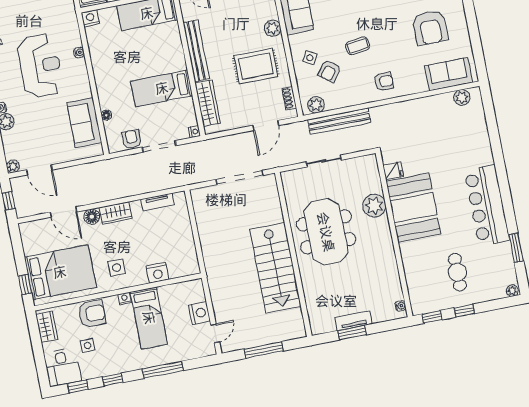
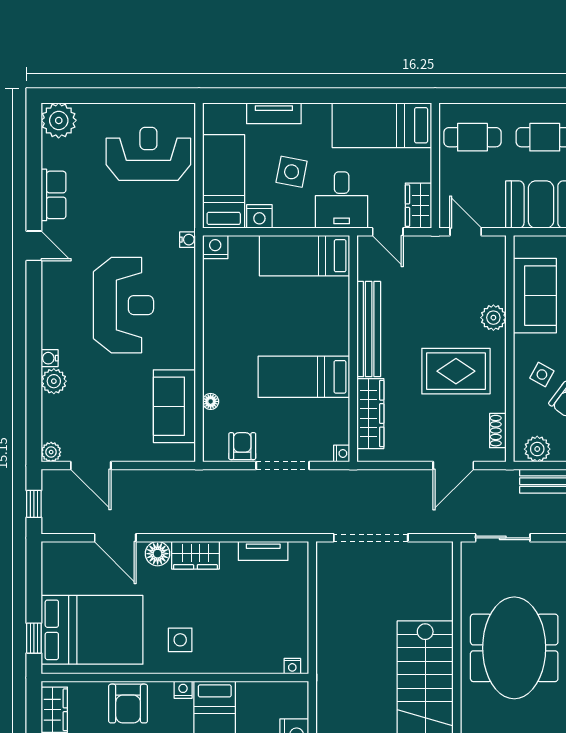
water cooler: (79, 52) -> (188, 240), moved
sliding door: (324, 161) -> (503, 538), moved
doorway: (240, 177) -> (371, 538), moved
nightstand: (158, 273) -> (292, 666), moved, width x0.53, depth x0.56
armchair: (92, 314) -> (128, 704), turned 90

